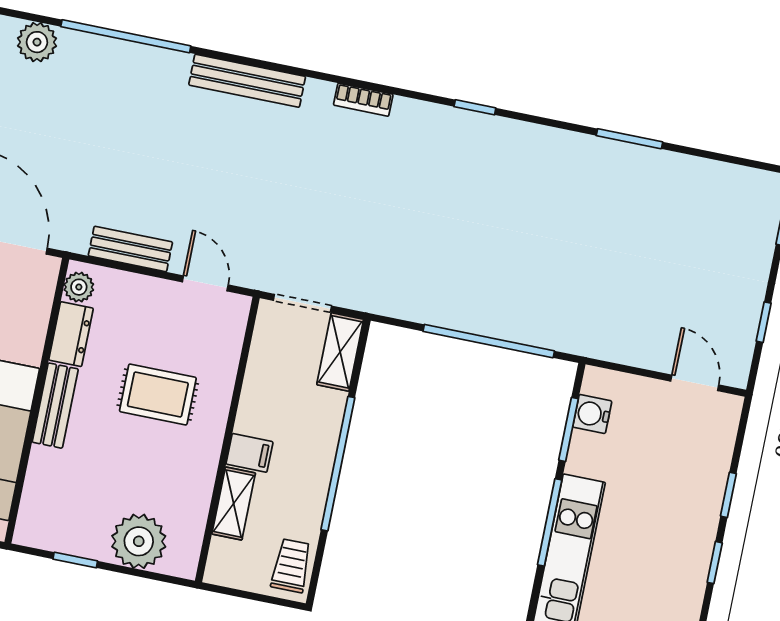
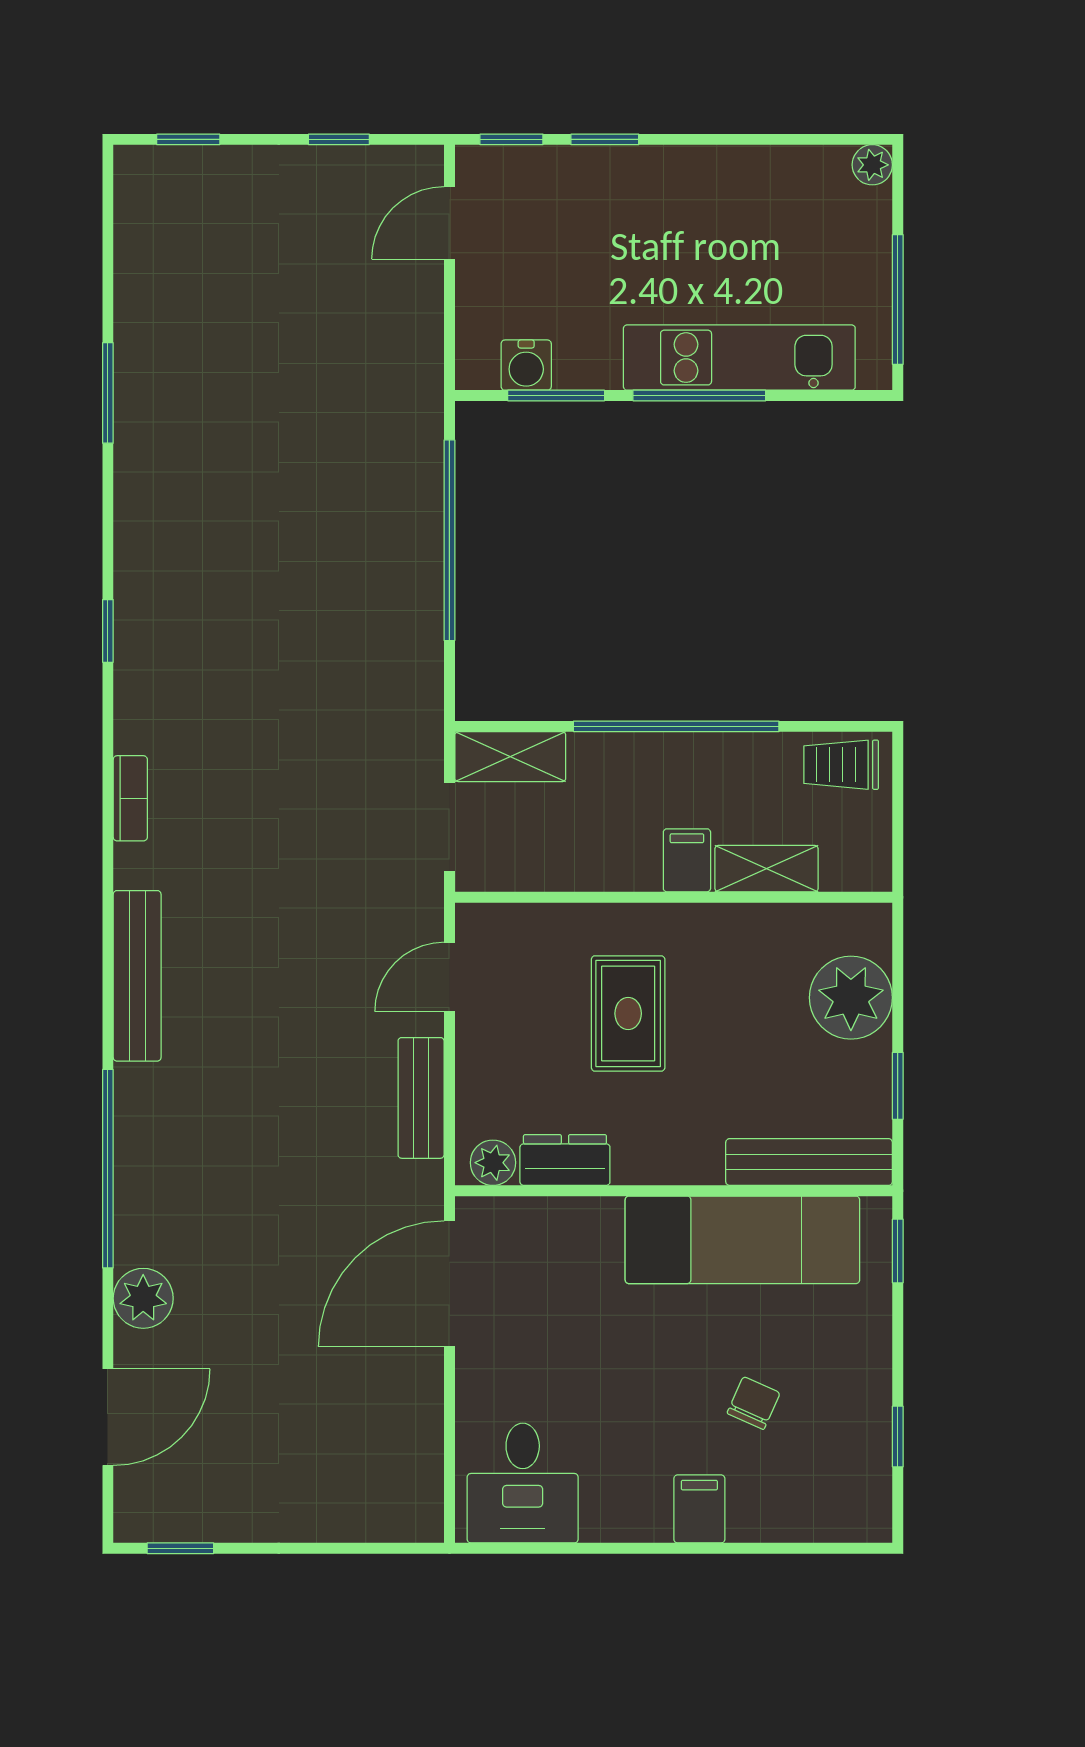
bench: (55, 406) -> (809, 1162), moved, width x1.36
window: (715, 563) -> (511, 139), moved

